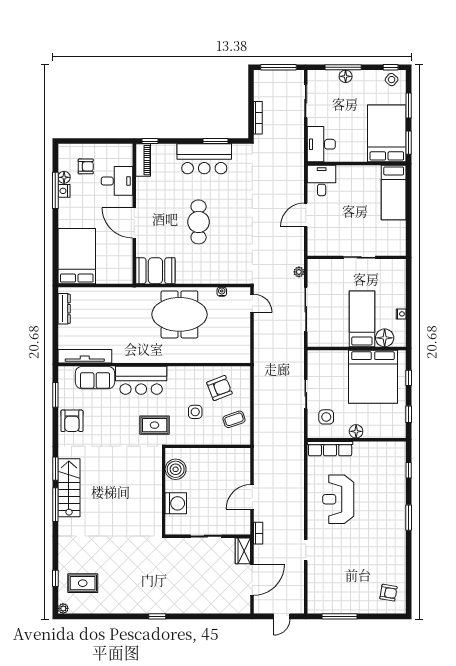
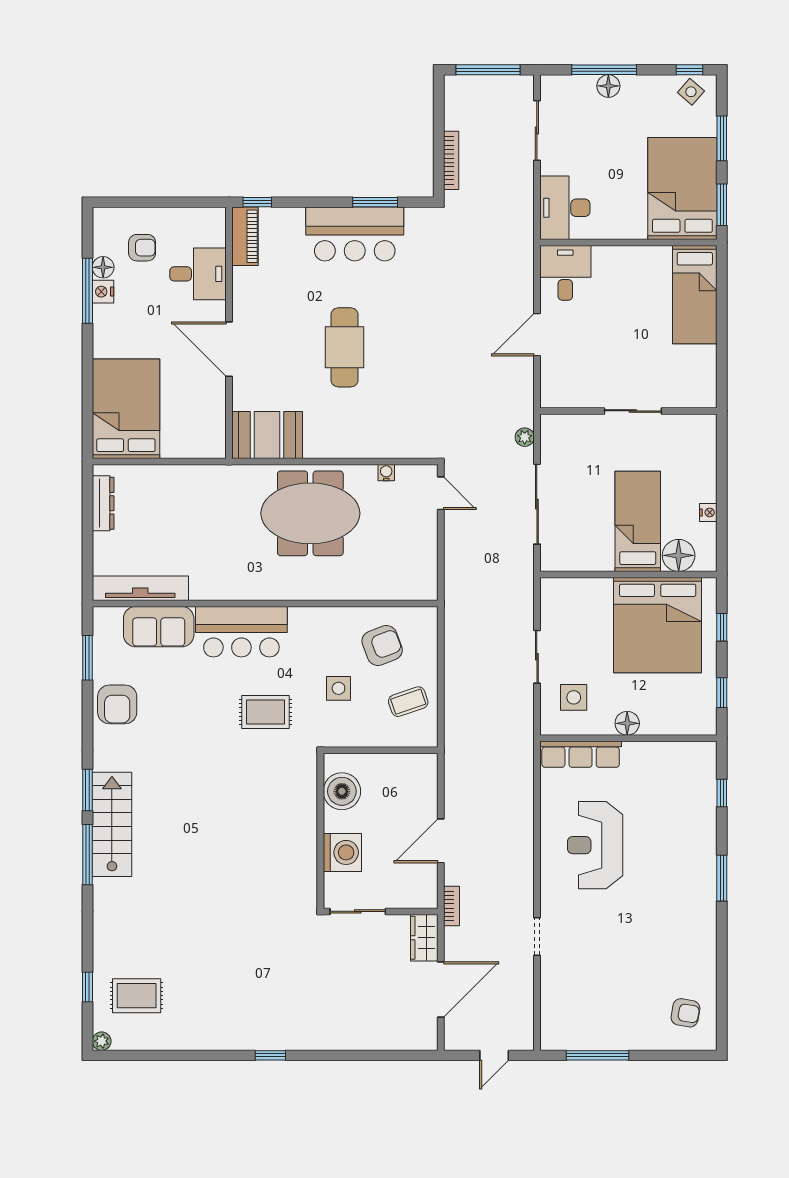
boiler: (176, 469) -> (342, 791), moved
wall: (164, 491) -> (320, 831), moved
washing machine: (176, 503) -> (342, 852), moved

